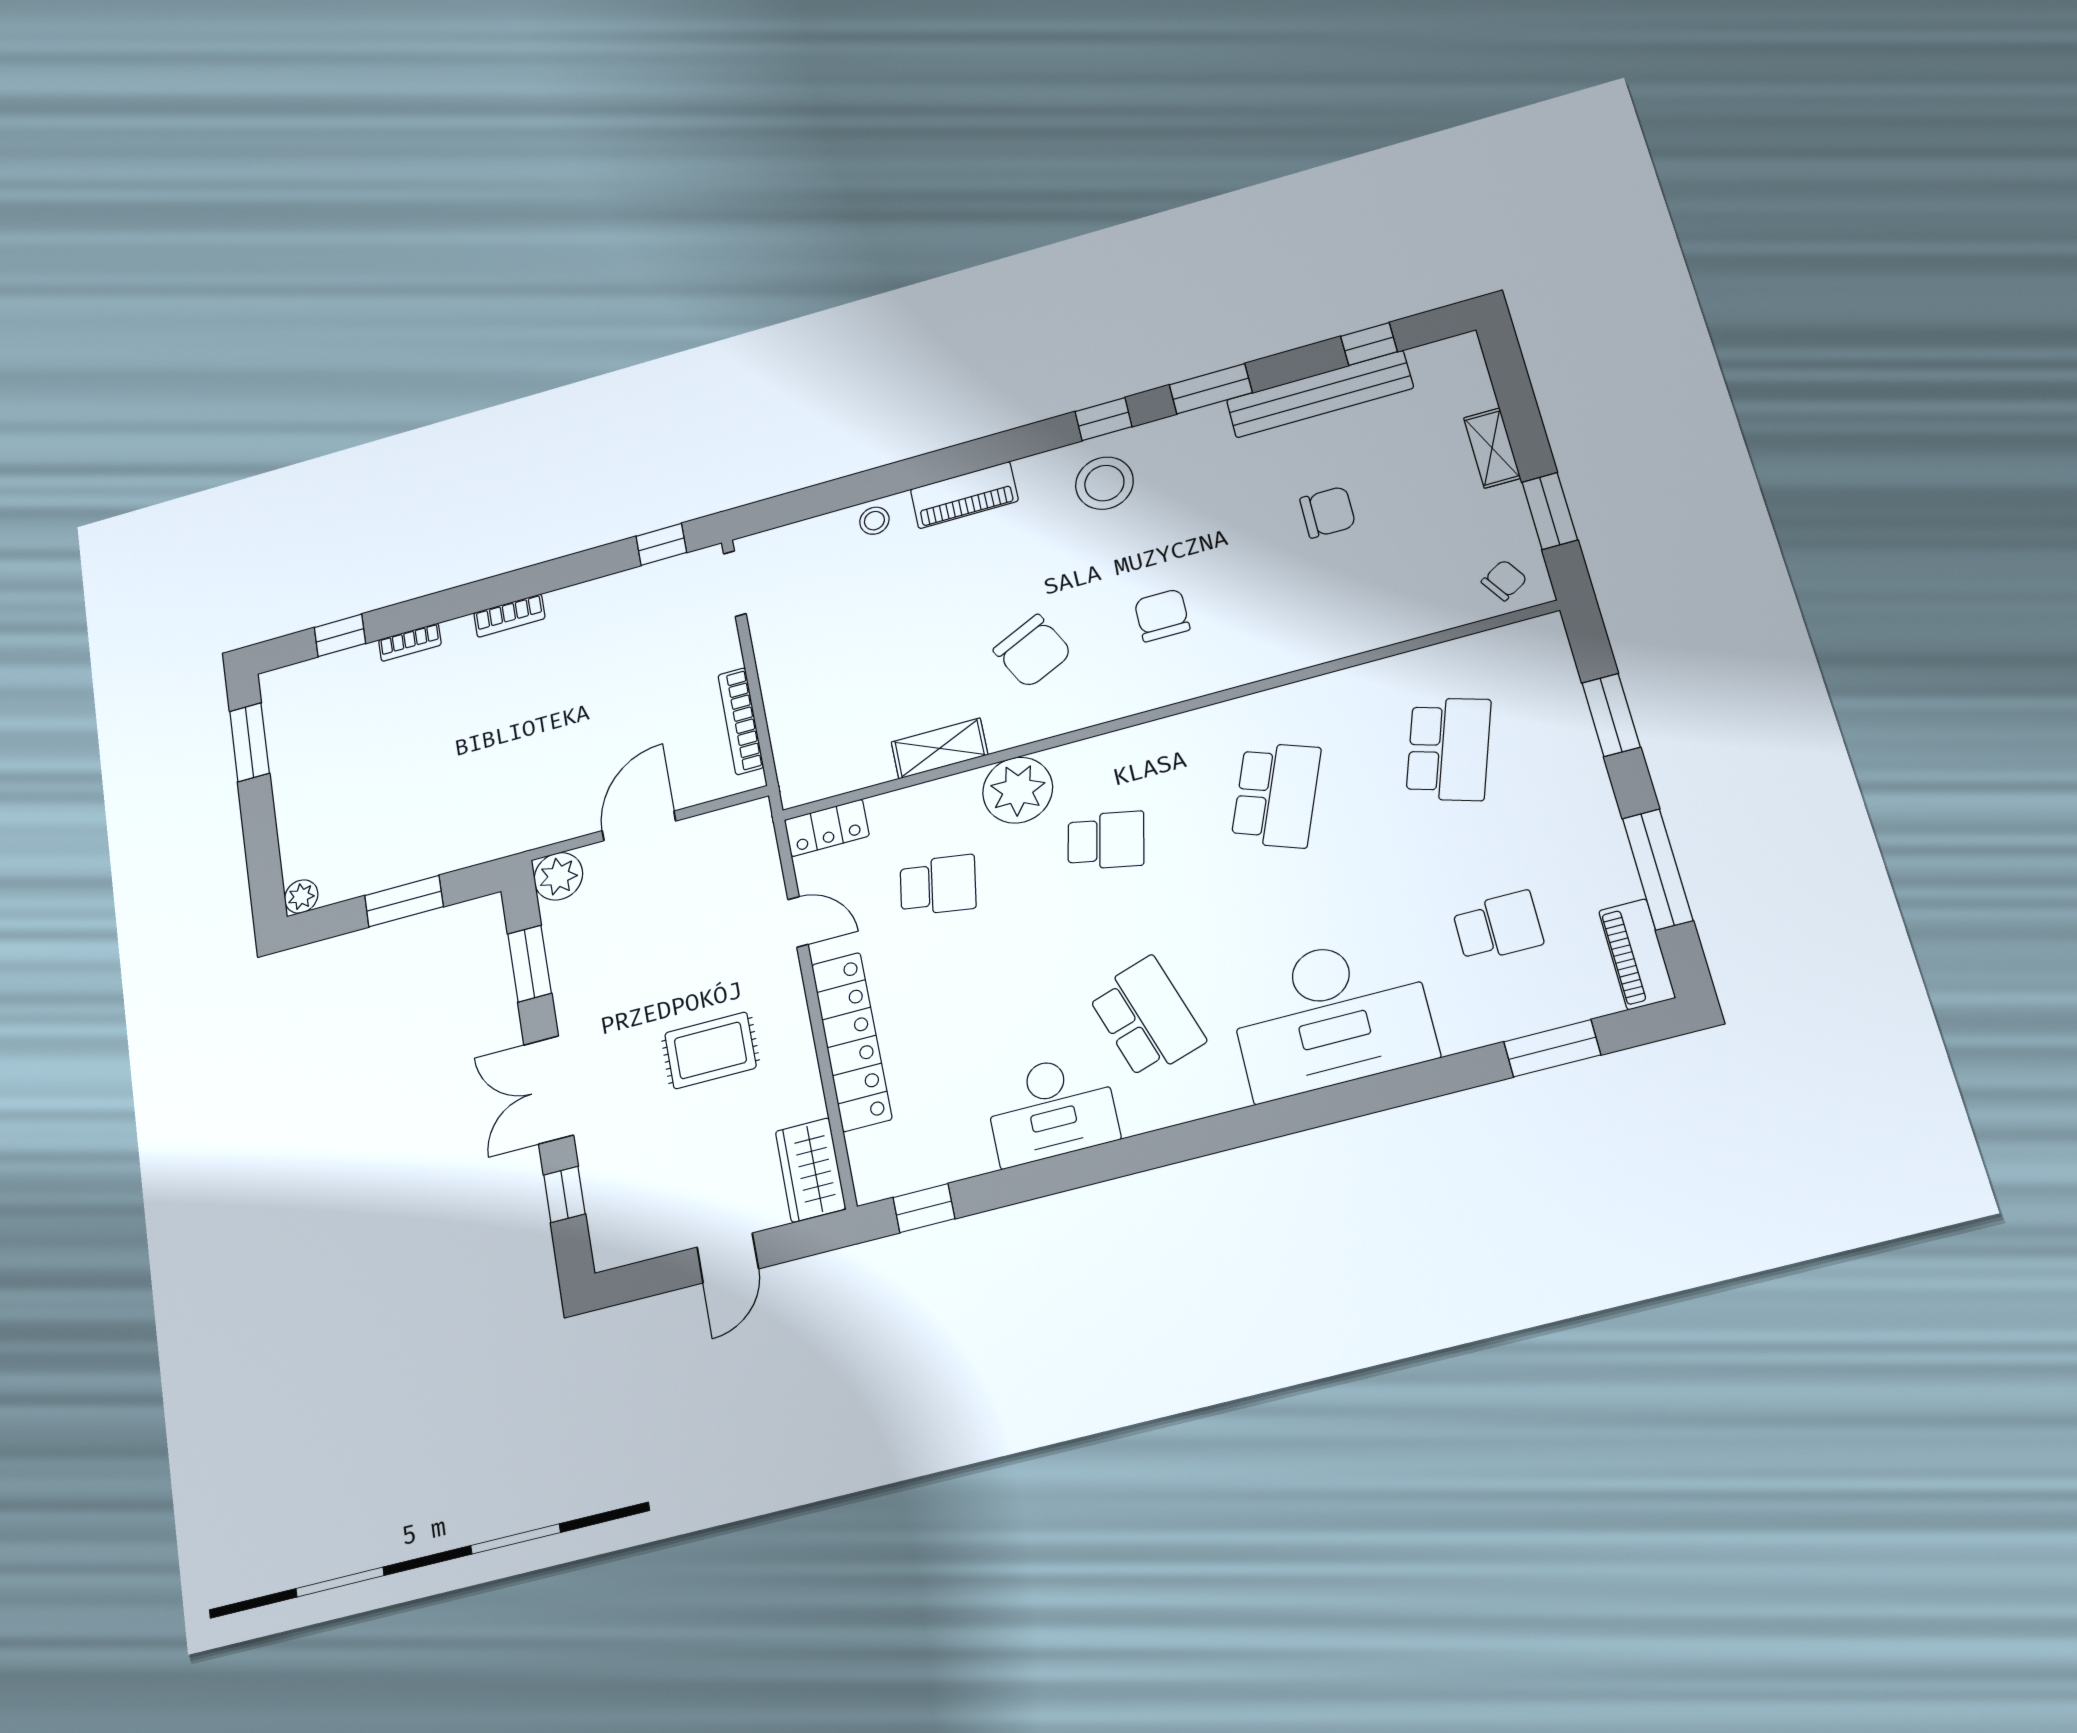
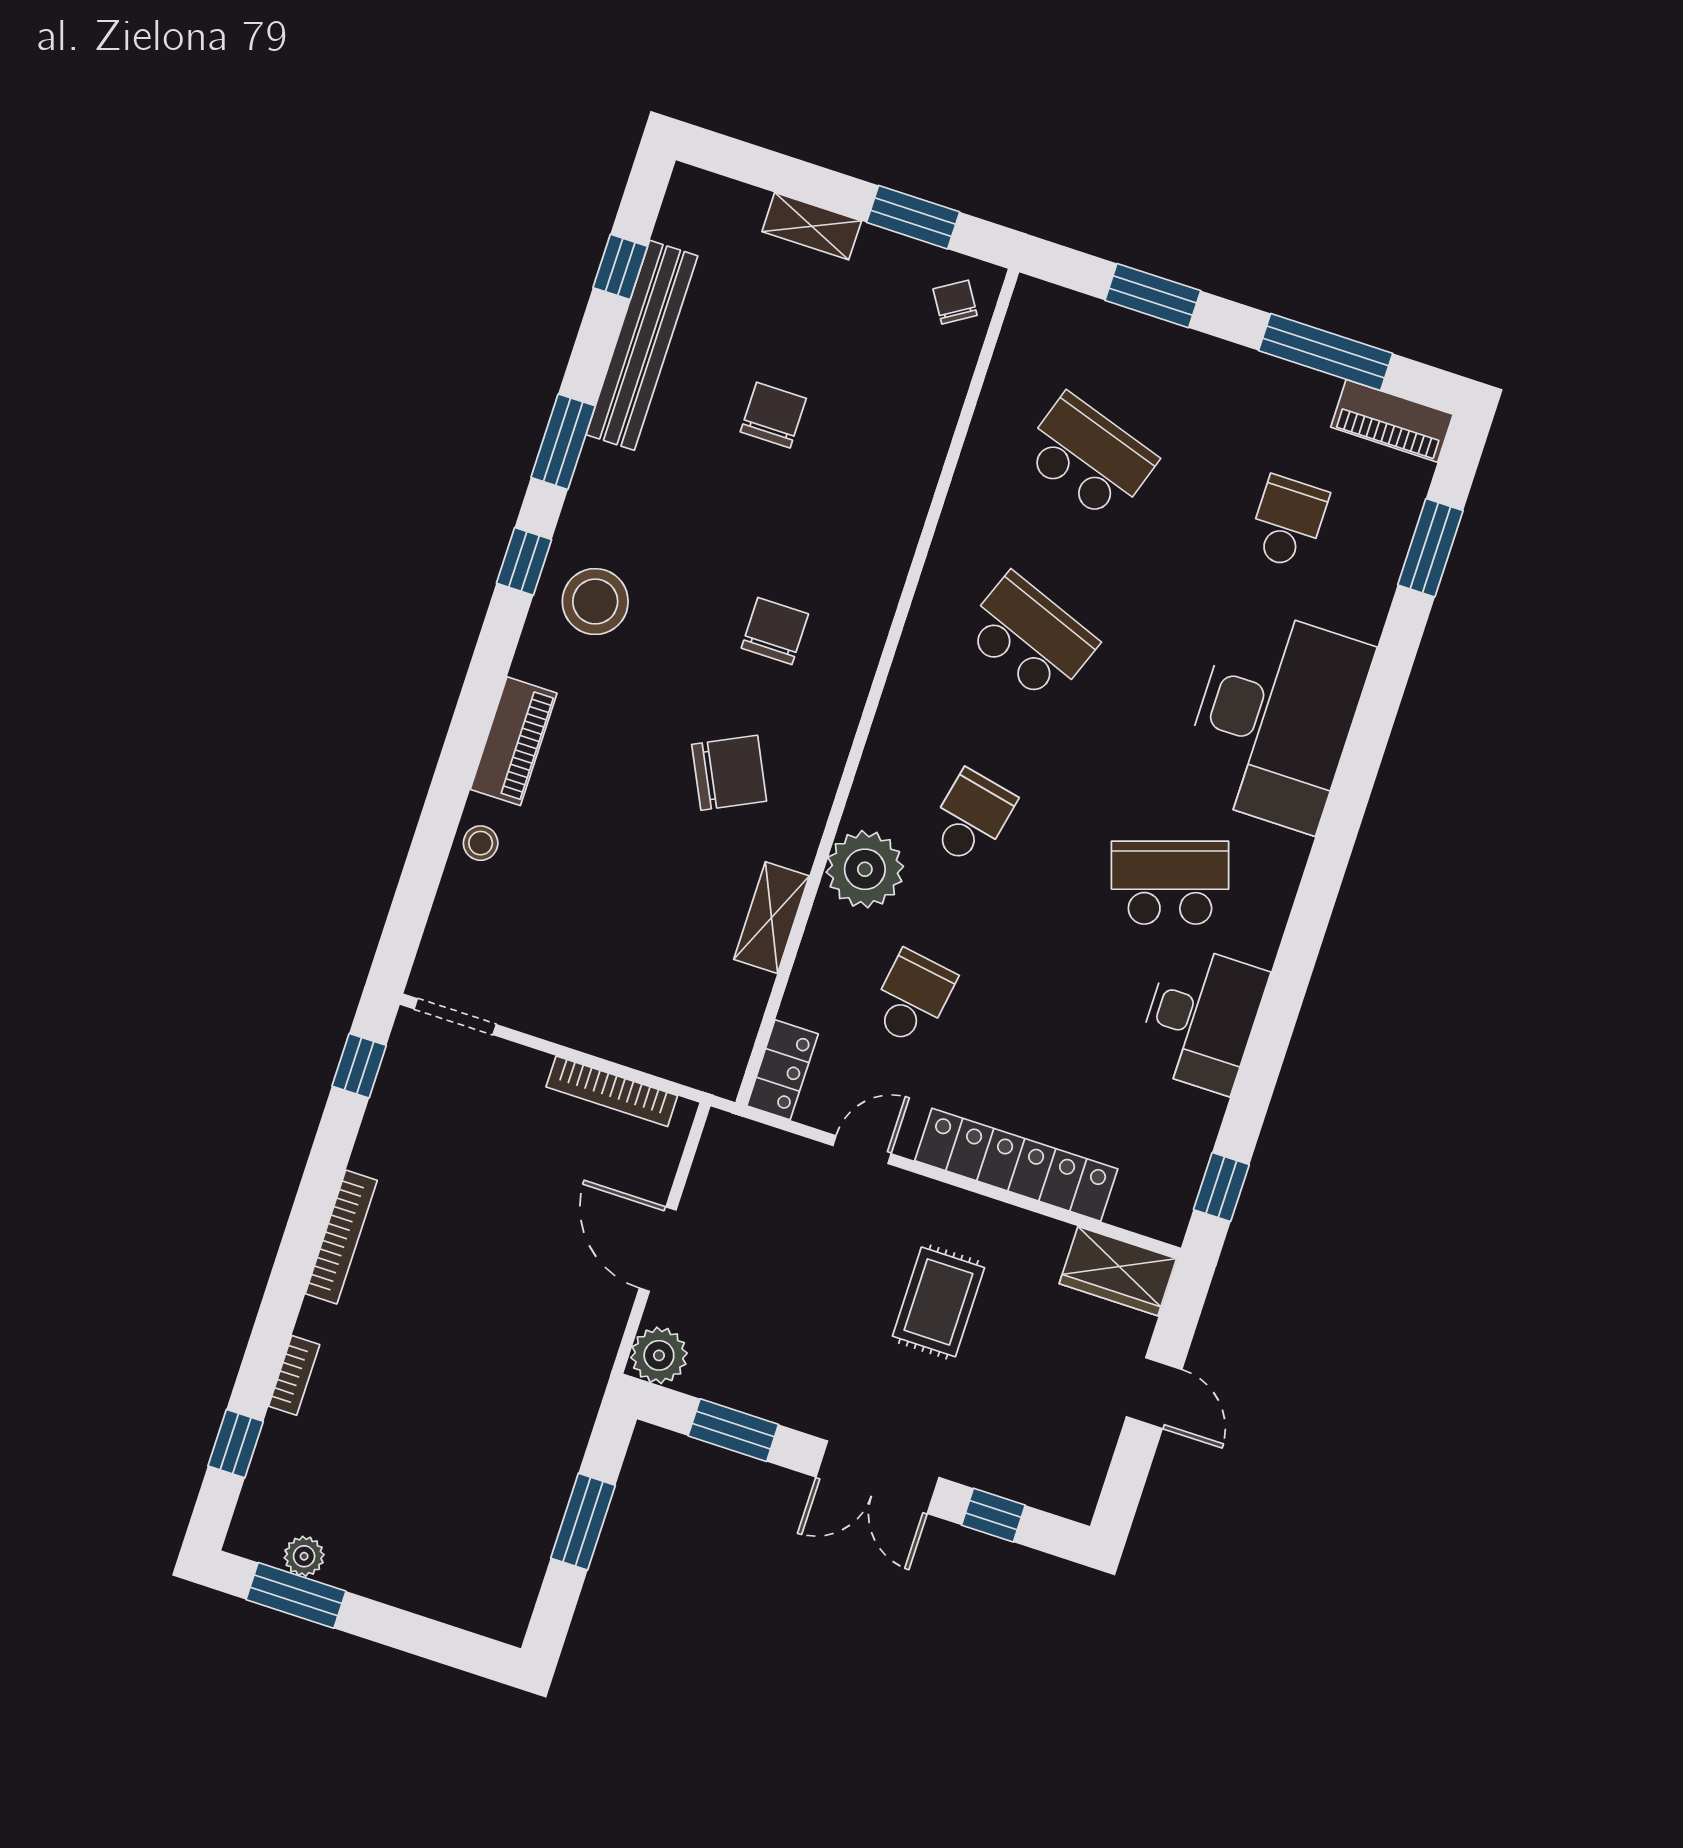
chair: (1162, 615) -> (775, 631), turned 90
bookcase: (509, 616) -> (341, 1237), width x1.56
plant: (301, 896) -> (304, 1556), moved

